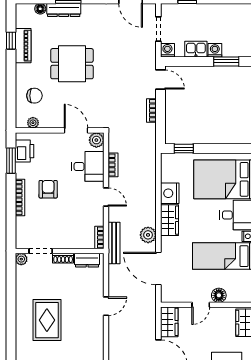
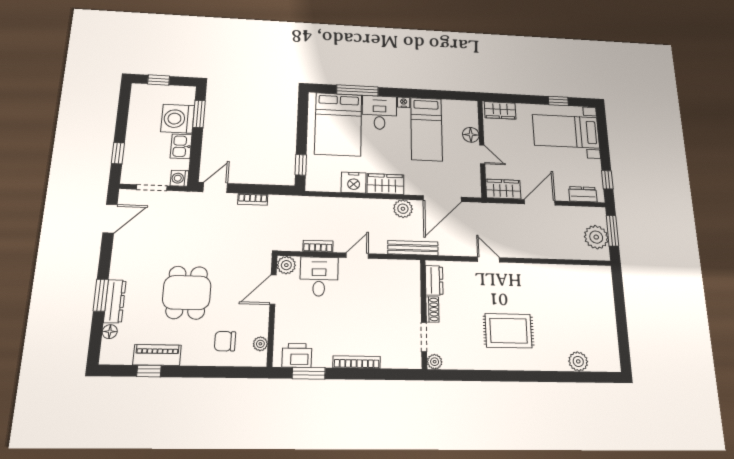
washing machine: (215, 50) -> (178, 119), width x1.89, depth x1.89
chair: (34, 96) -> (225, 341), turned -90
armchair: (48, 189) -> (346, 326), removed
bookcase: (99, 237) -> (407, 265), removed

